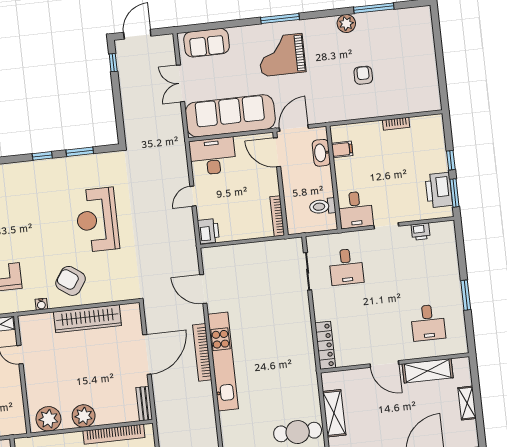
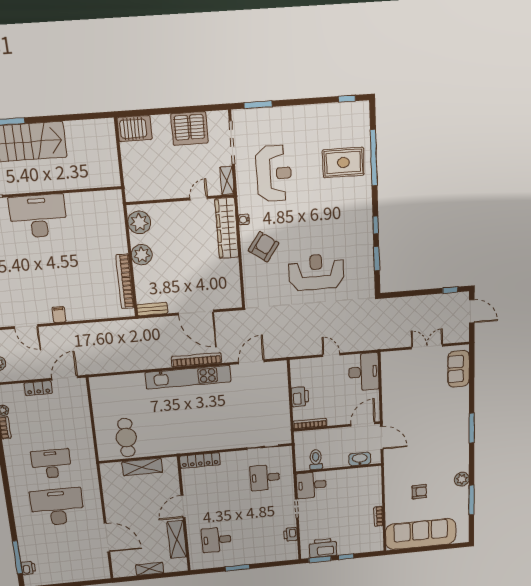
grand piano: (282, 55) -> (442, 429), removed
sofa: (230, 116) -> (421, 534), moved, turned -90
filing cabinet: (342, 149) -> (361, 475), removed
printer: (208, 231) -> (300, 397), moved, turned -90
wardrobe: (87, 319) -> (227, 228), moved

